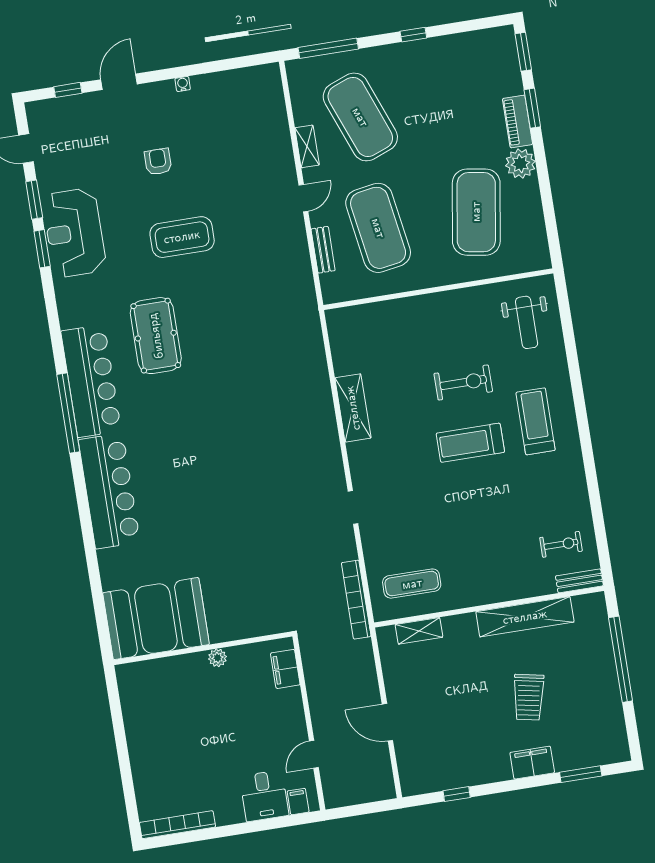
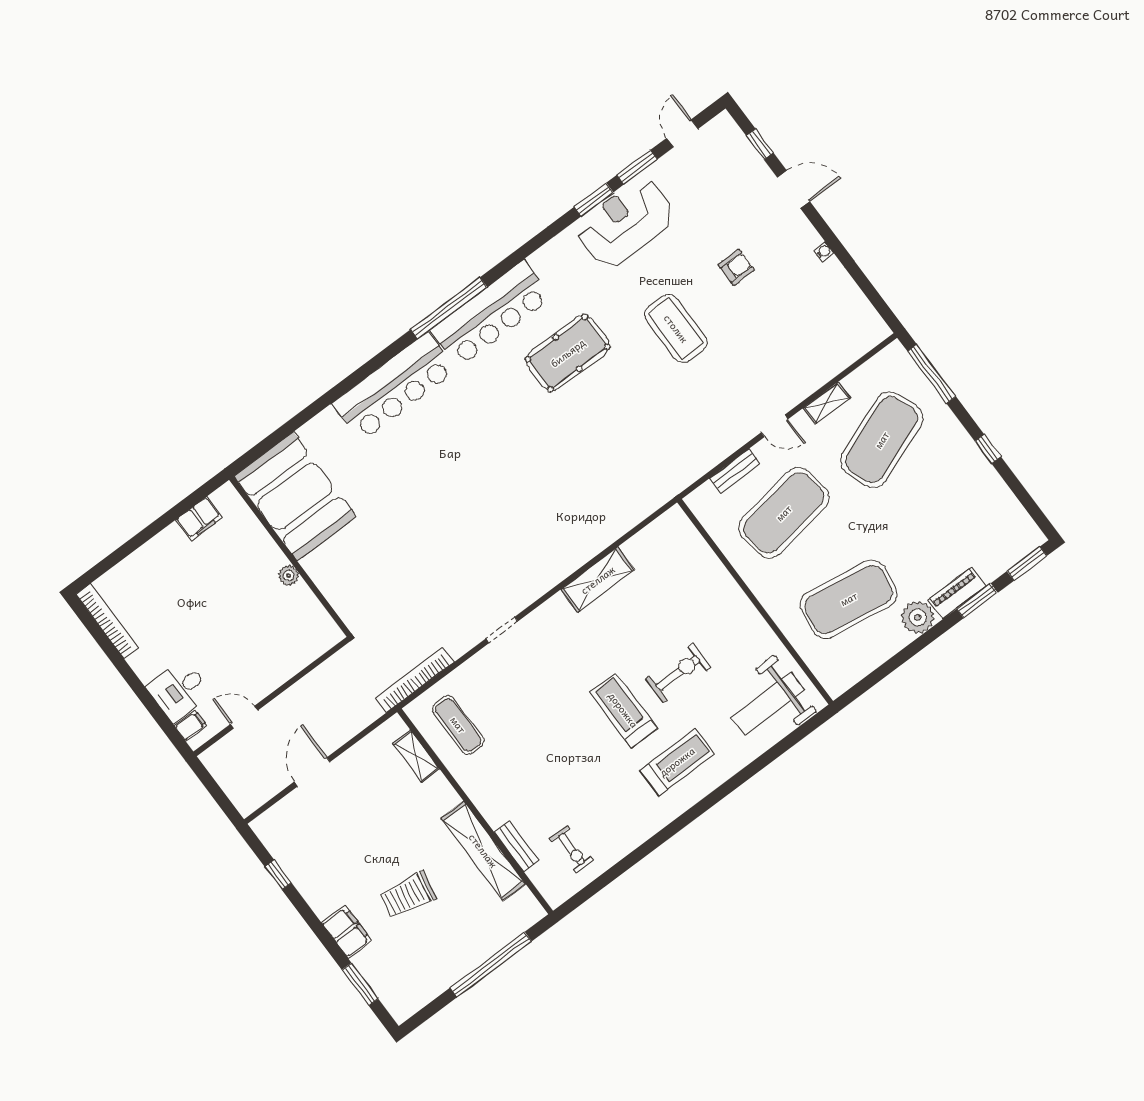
weight bench: (527, 322) -> (768, 704), width x1.36, depth x1.33
exercise bike: (463, 383) -> (678, 673), turned -90
bench: (579, 581) -> (516, 846), moved
filing cabinet: (285, 669) -> (199, 519), moved, turned 180

